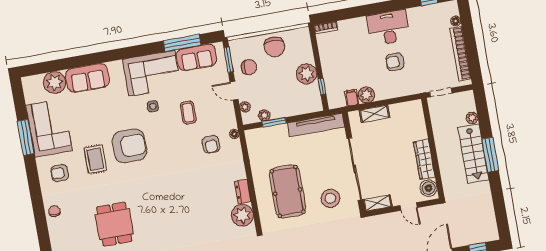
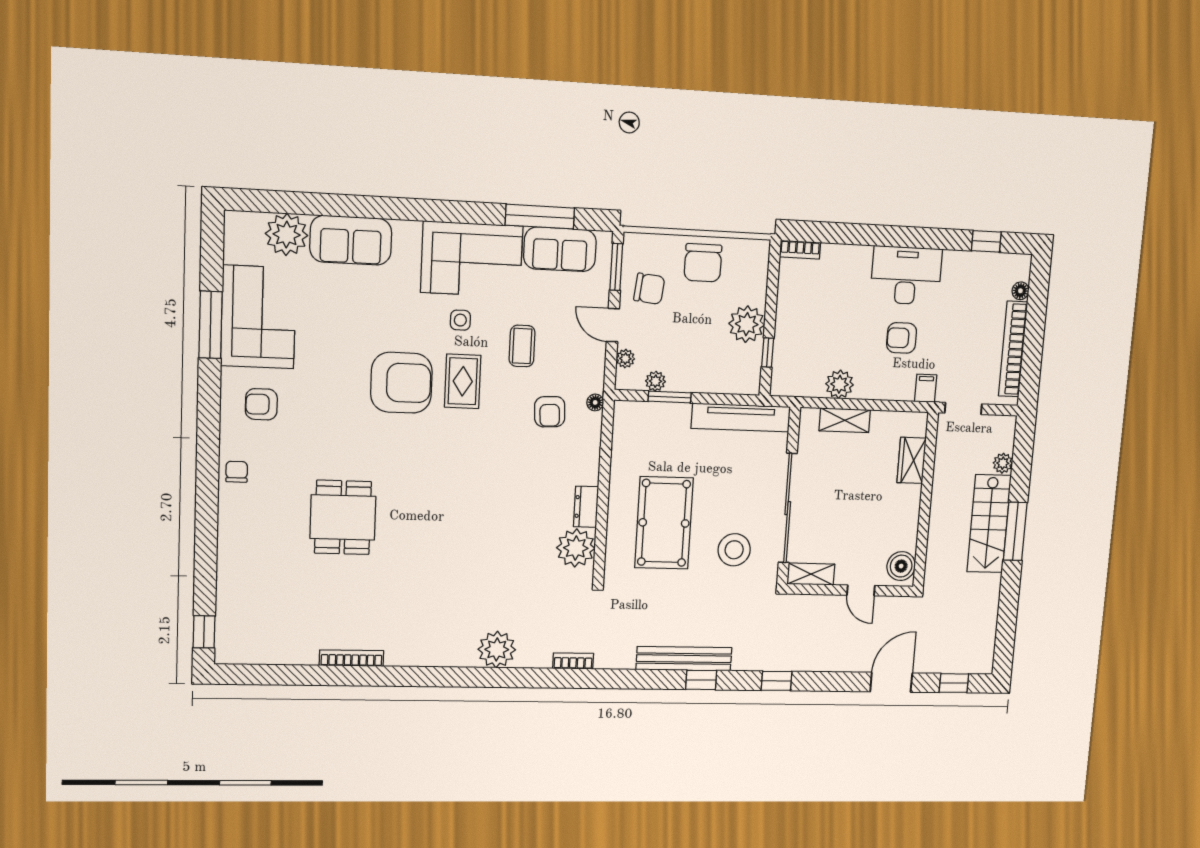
filing cabinet: (352, 98) -> (926, 388), moved
rug: (95, 159) -> (463, 381), moved
wardrobe: (424, 159) -> (912, 460), moved, width x0.67

